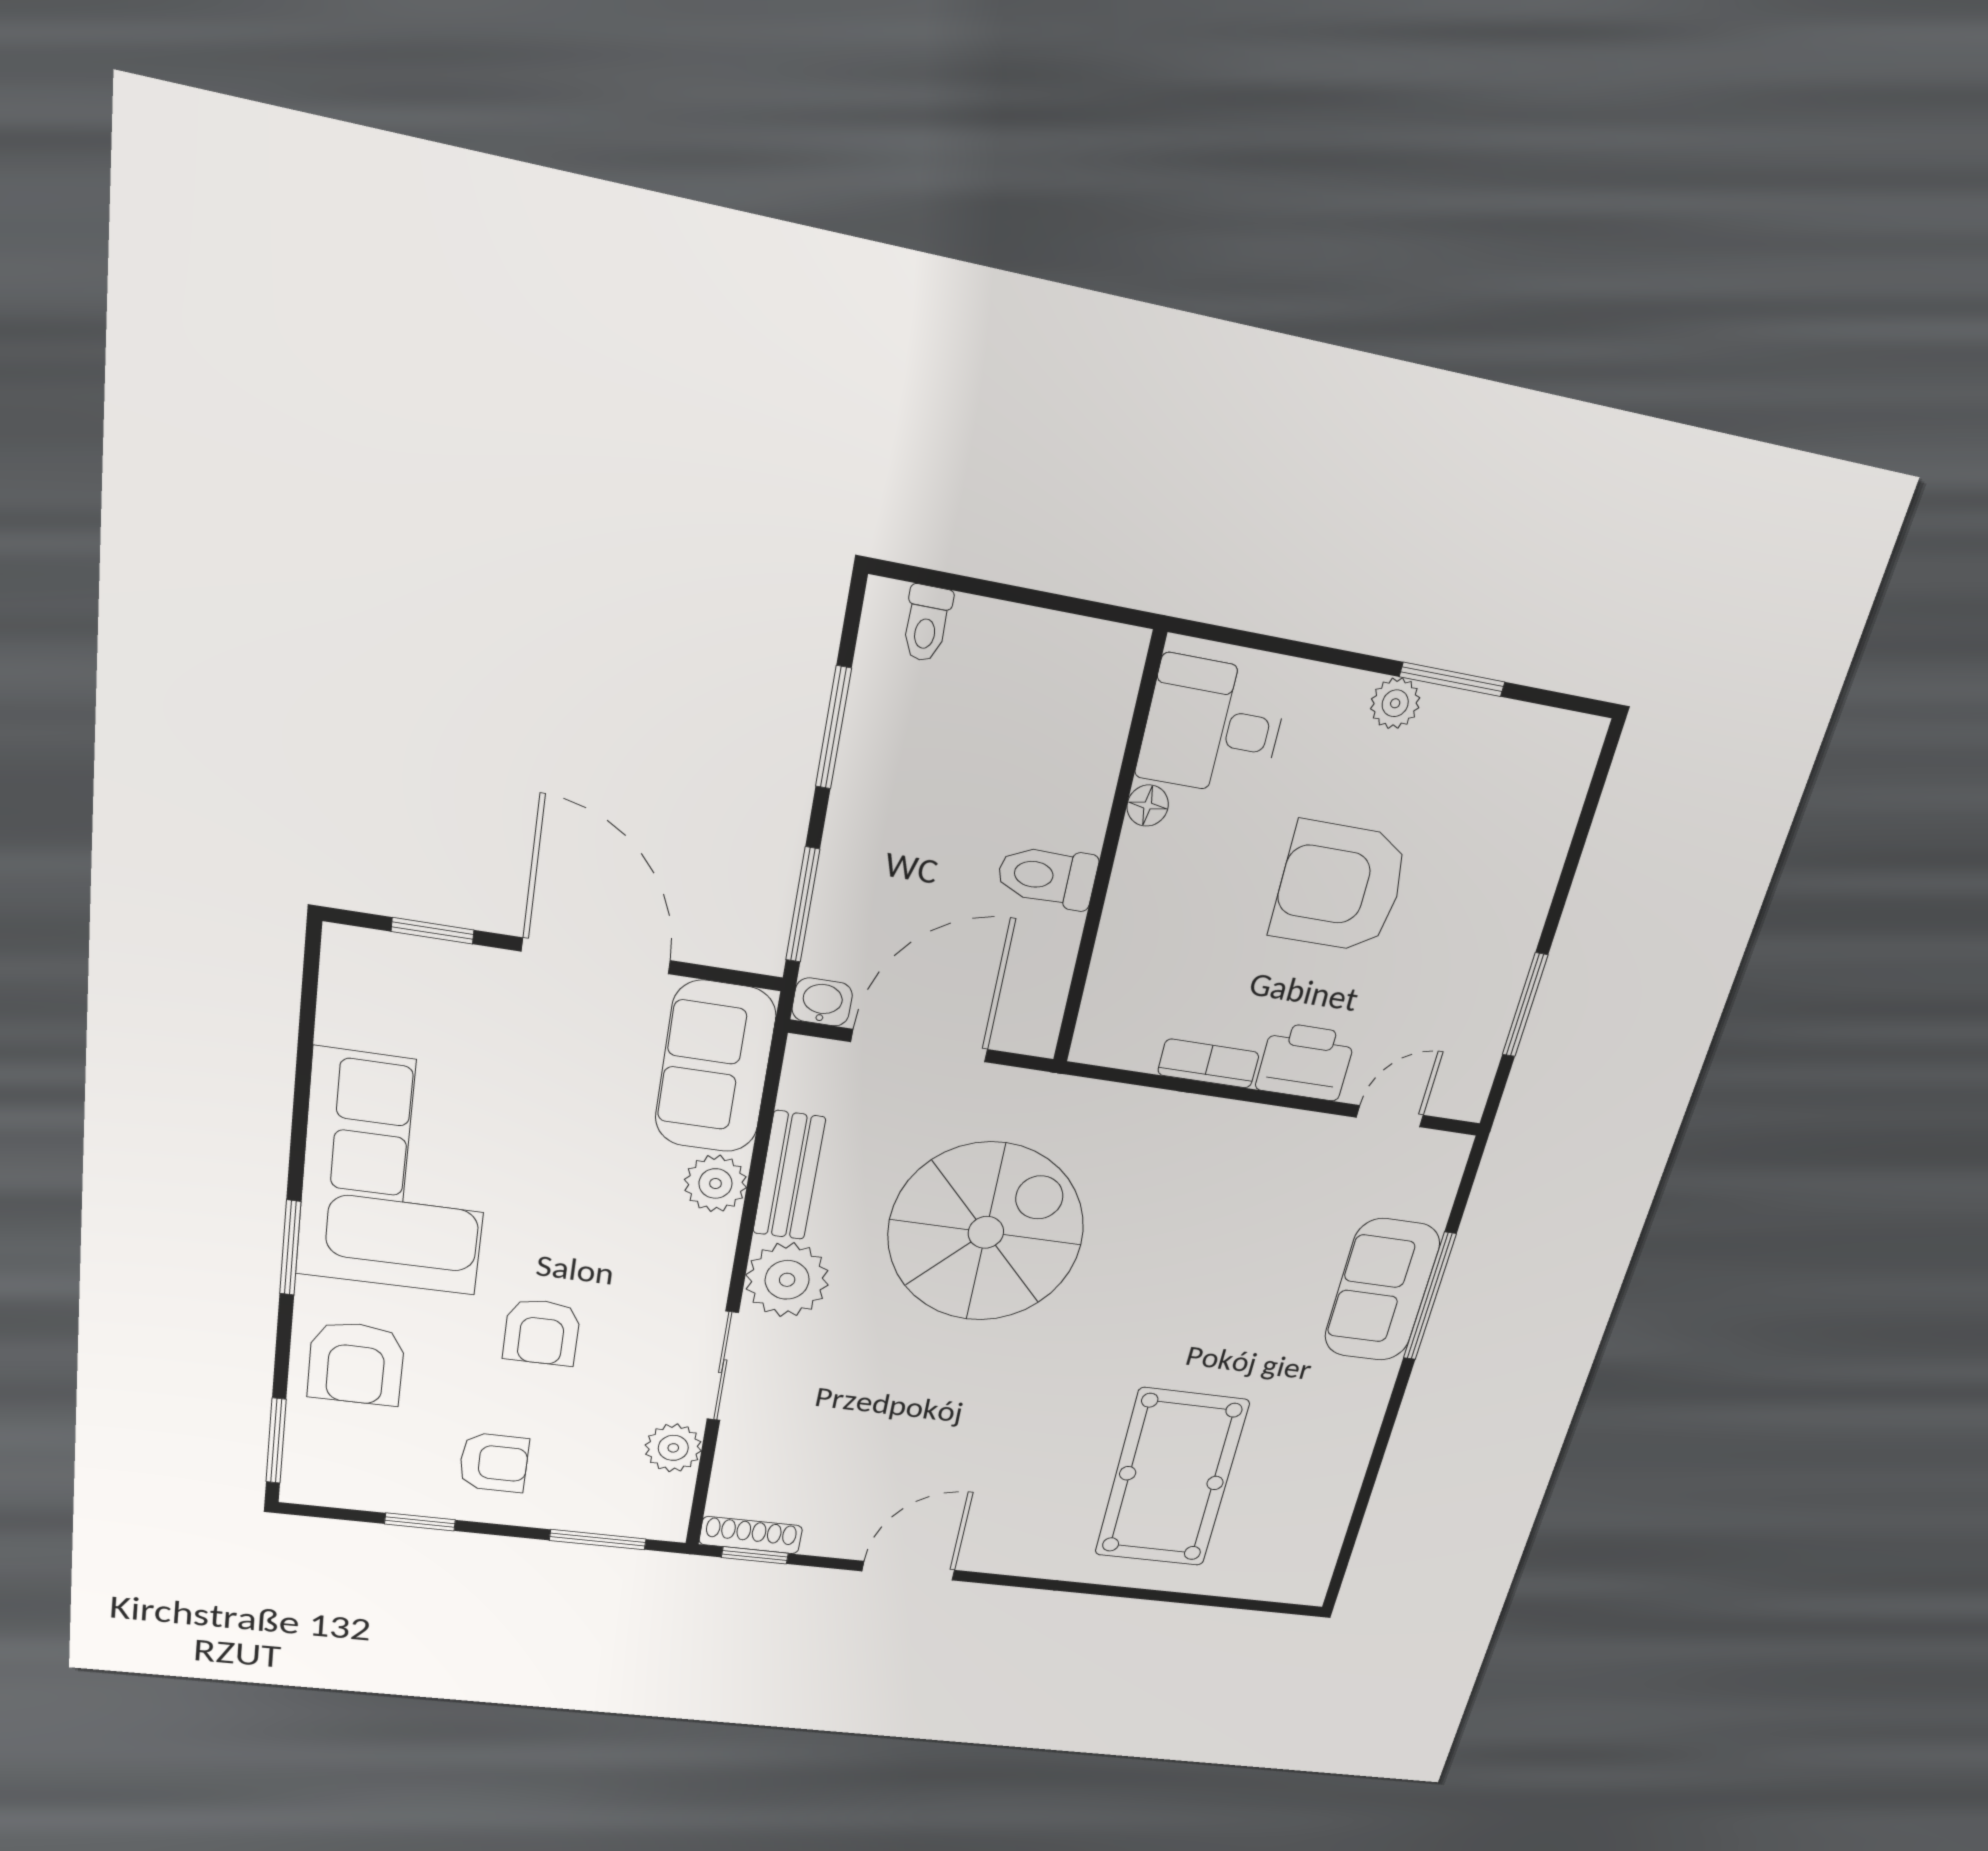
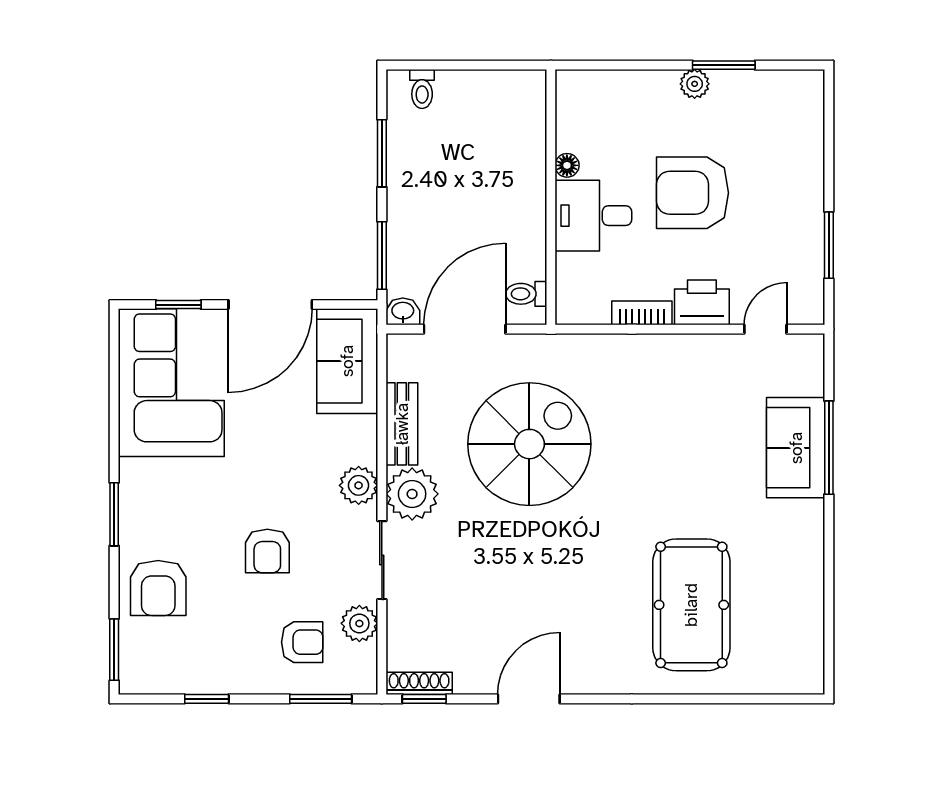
desk: (1213, 726) -> (593, 216), moved
toilet: (1047, 876) -> (526, 294), moved, width x0.73, depth x0.72
door: (596, 956) -> (270, 305), swing flipped
corner sofa: (396, 1174) -> (171, 383), moved
plant: (715, 1184) -> (359, 485), moved
armchair: (494, 1463) -> (302, 642), moved

